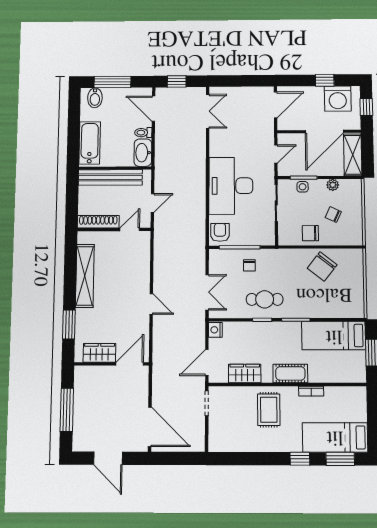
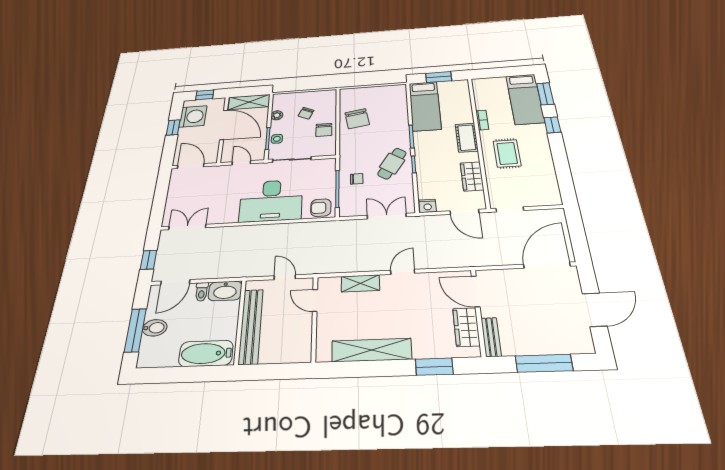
bidet: (95, 98) -> (155, 328), moved
shoe rack: (98, 222) -> (304, 338), removed
chair: (322, 266) -> (357, 119), turned 42
shelving: (143, 268) -> (360, 283), added
cafe table: (265, 299) -> (392, 164), turned 33
bench: (90, 372) -> (491, 337), added
rug: (269, 410) -> (507, 153), turned 90

